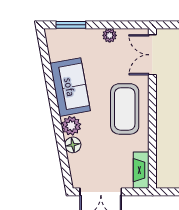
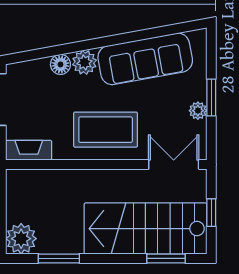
window: (71, 25) -> (211, 98), moved
sofa: (70, 87) -> (145, 59), width x1.36

